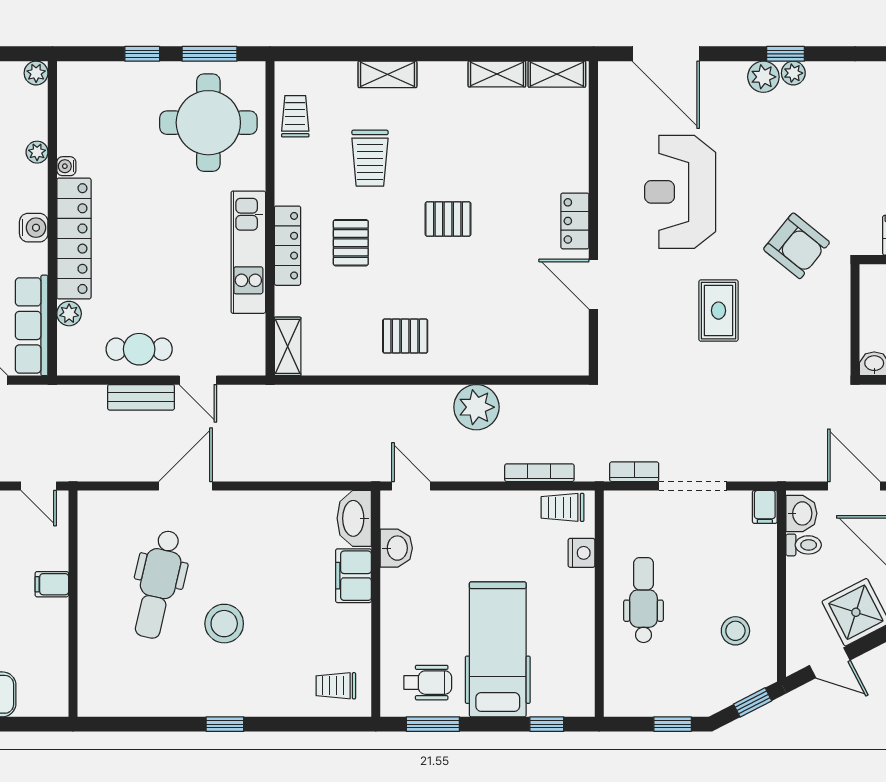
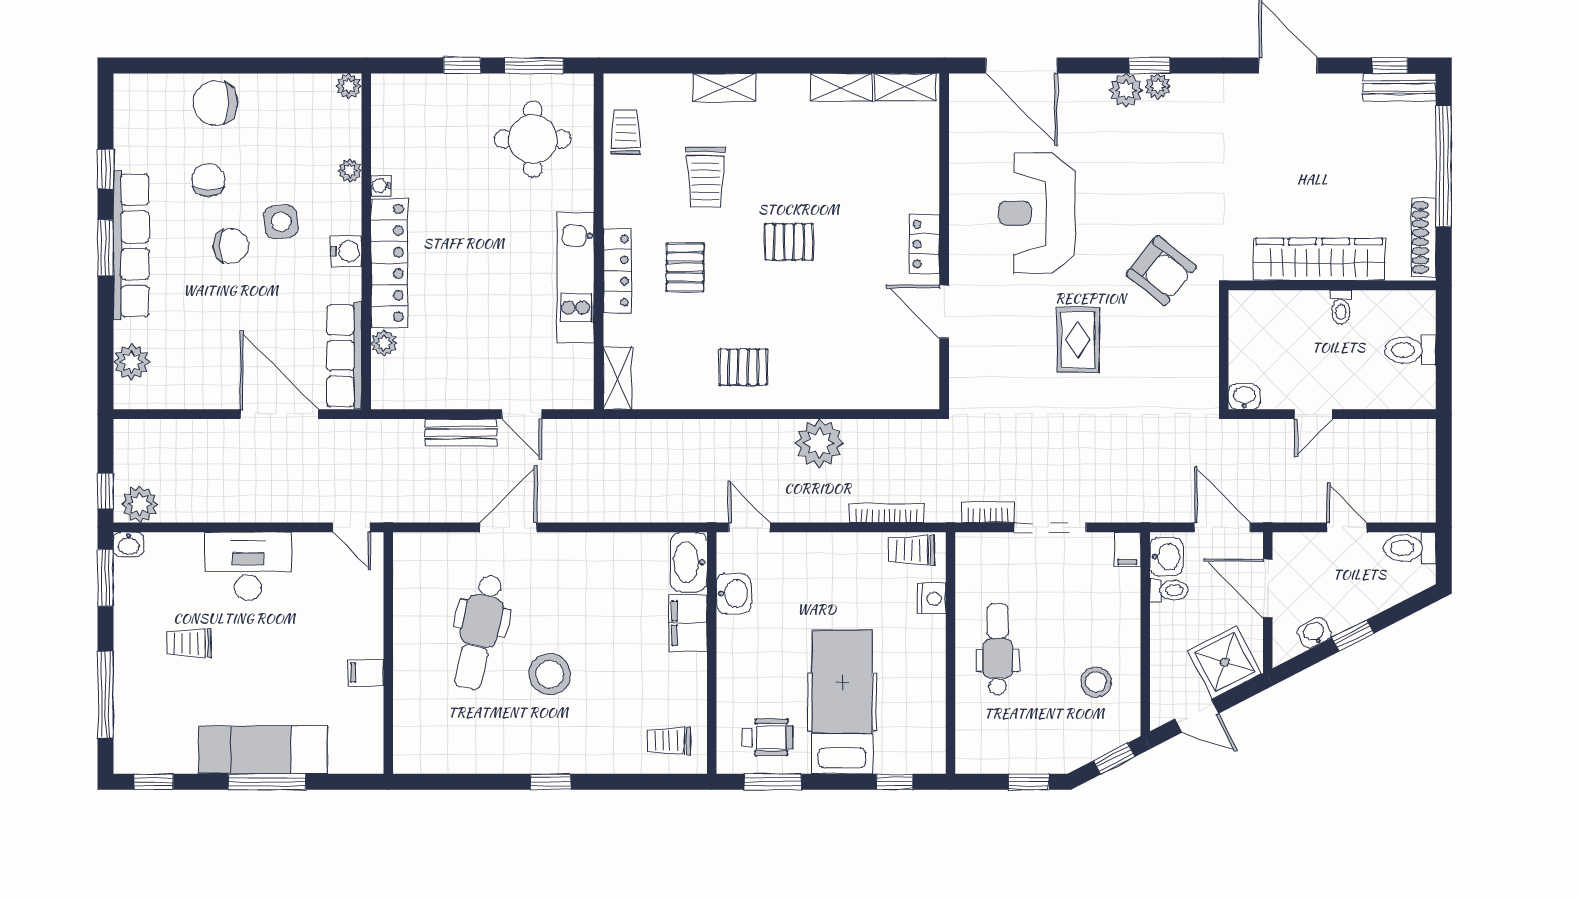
round table: (208, 123) -> (533, 139), width x0.73, depth x0.73
cafe table: (139, 349) -> (459, 381), removed
filing cabinet: (52, 584) -> (366, 673), moved

